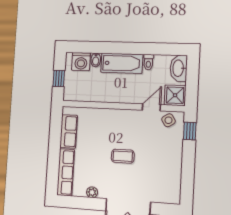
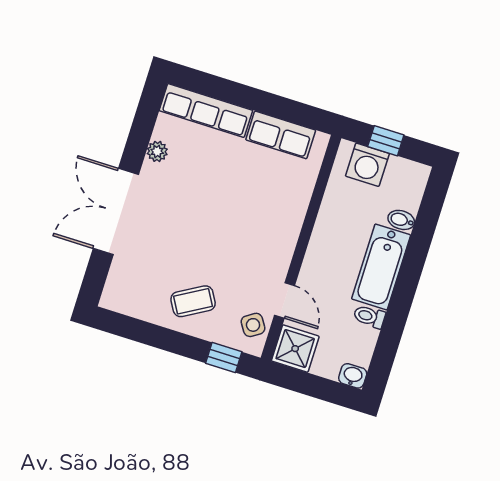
washing machine: (81, 62) -> (367, 165), moved, turned -90
washbasin: (179, 68) -> (353, 376), width x0.52, depth x0.69
coffee table: (123, 156) -> (193, 301), moved, turned 60

